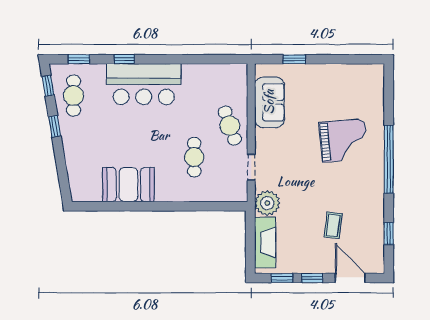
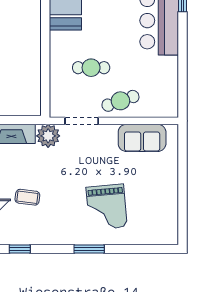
window: (294, 59) -> (182, 161), removed
window: (389, 159) -> (89, 249), width x0.47
doorway: (251, 167) -> (82, 121), width x1.38

